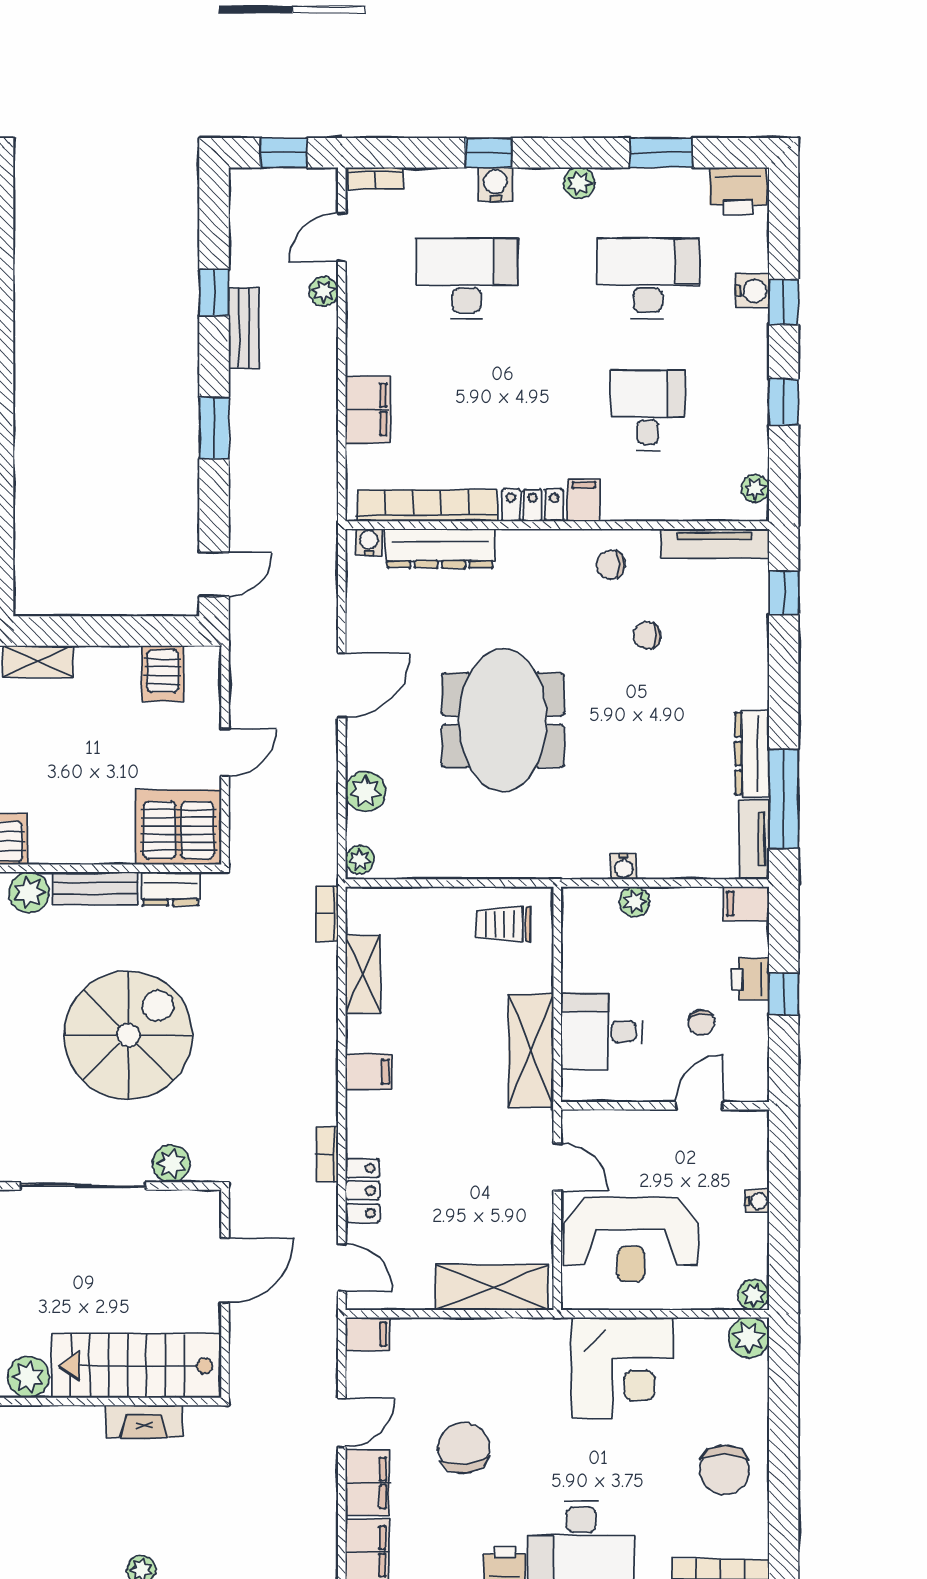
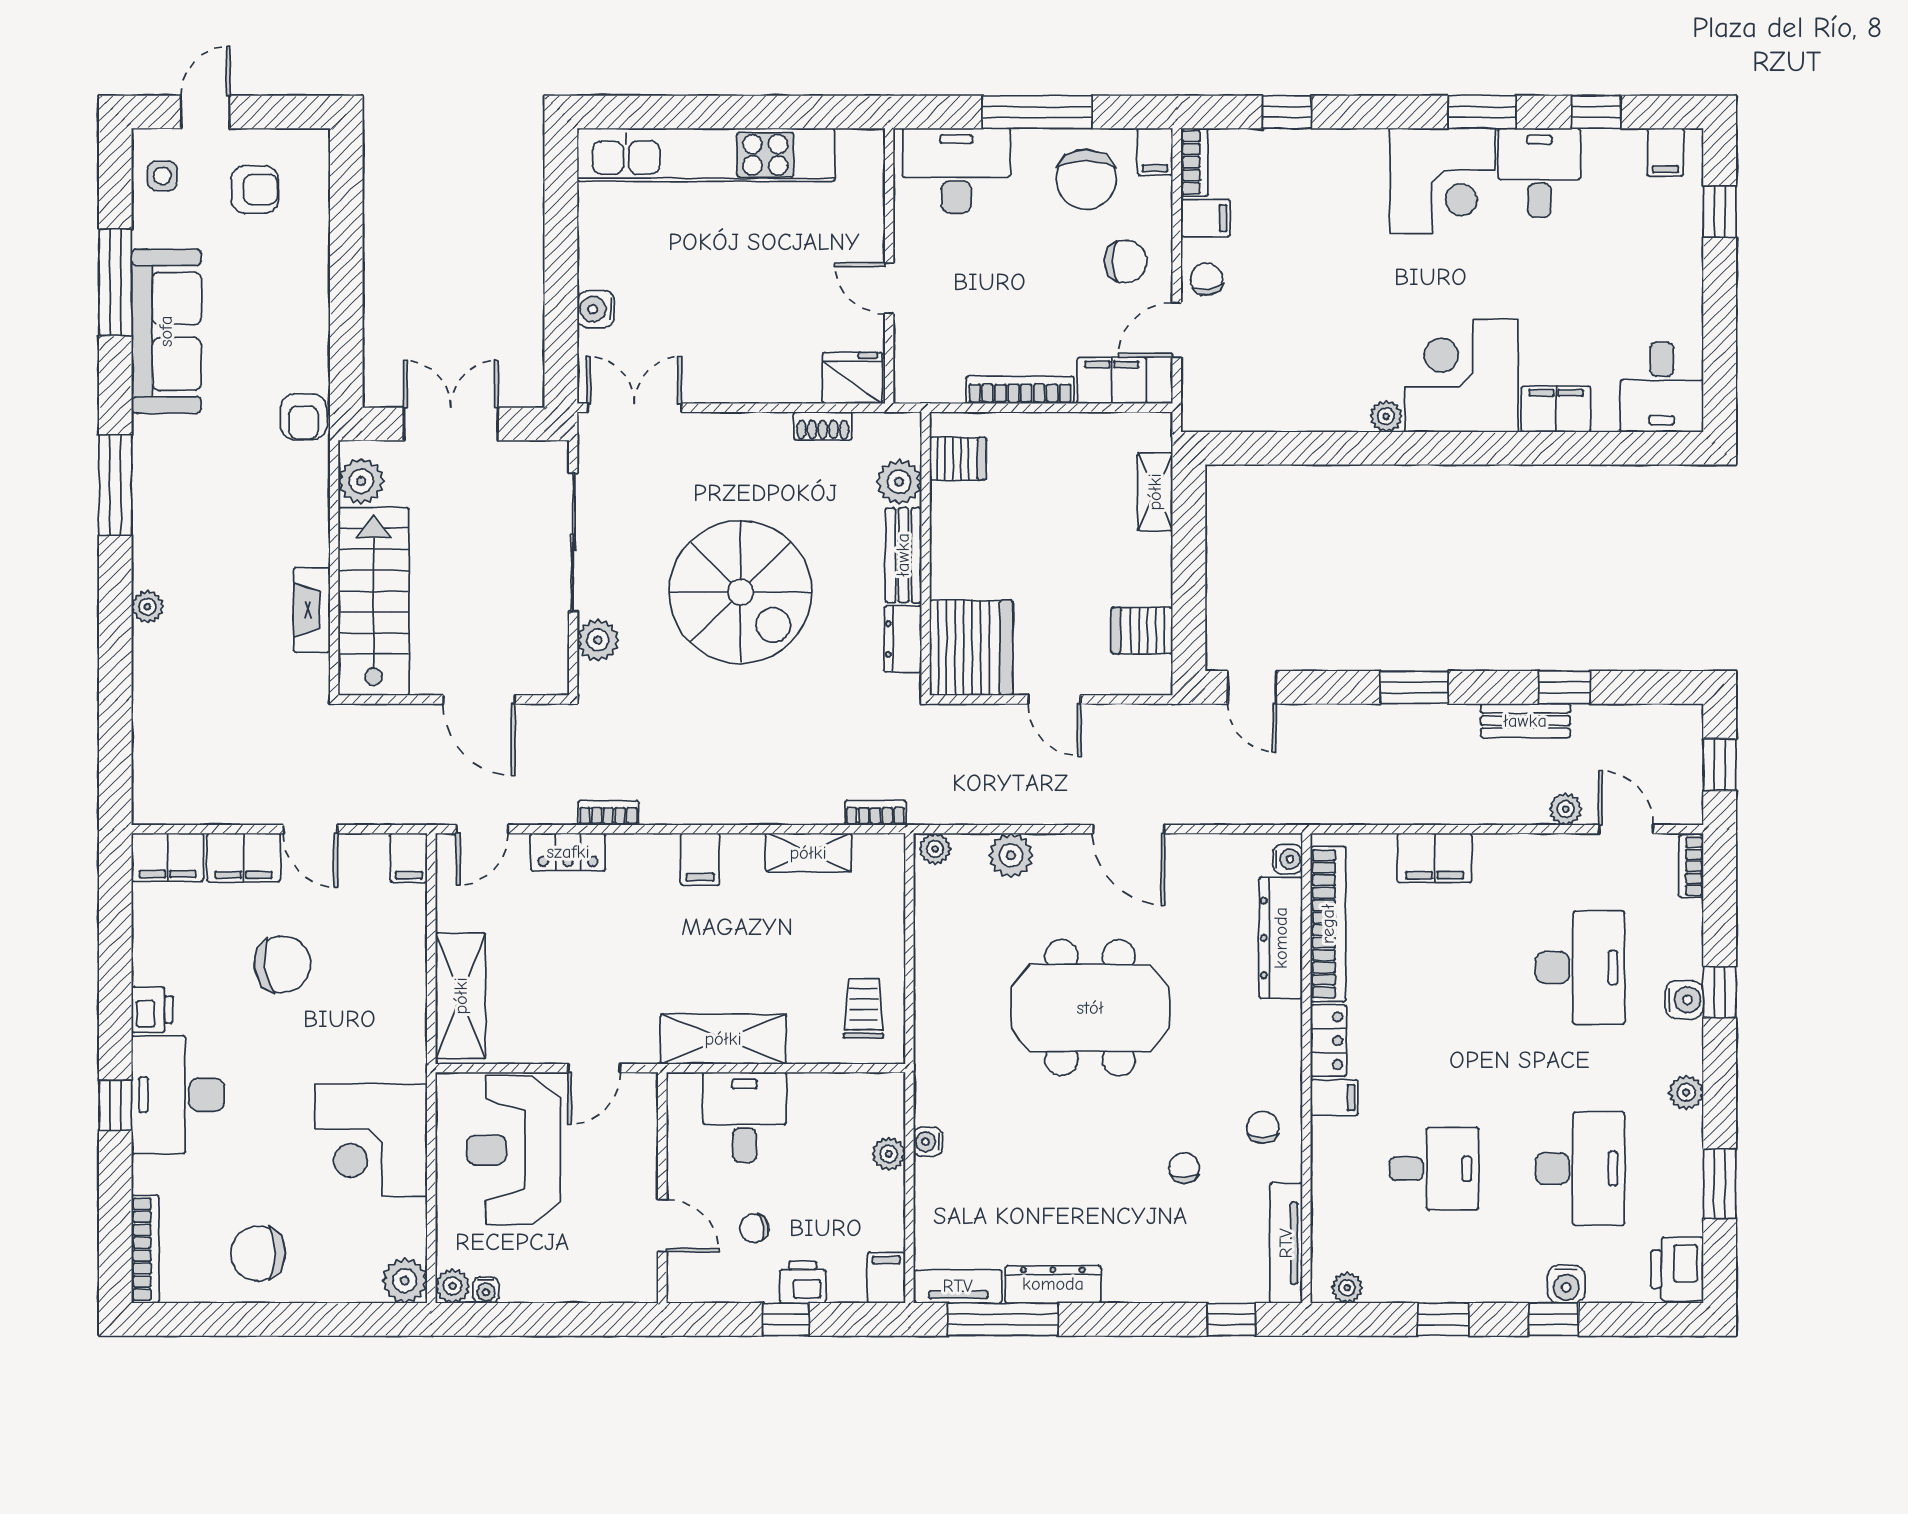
water cooler: (757, 1201) -> (486, 1290), moved

